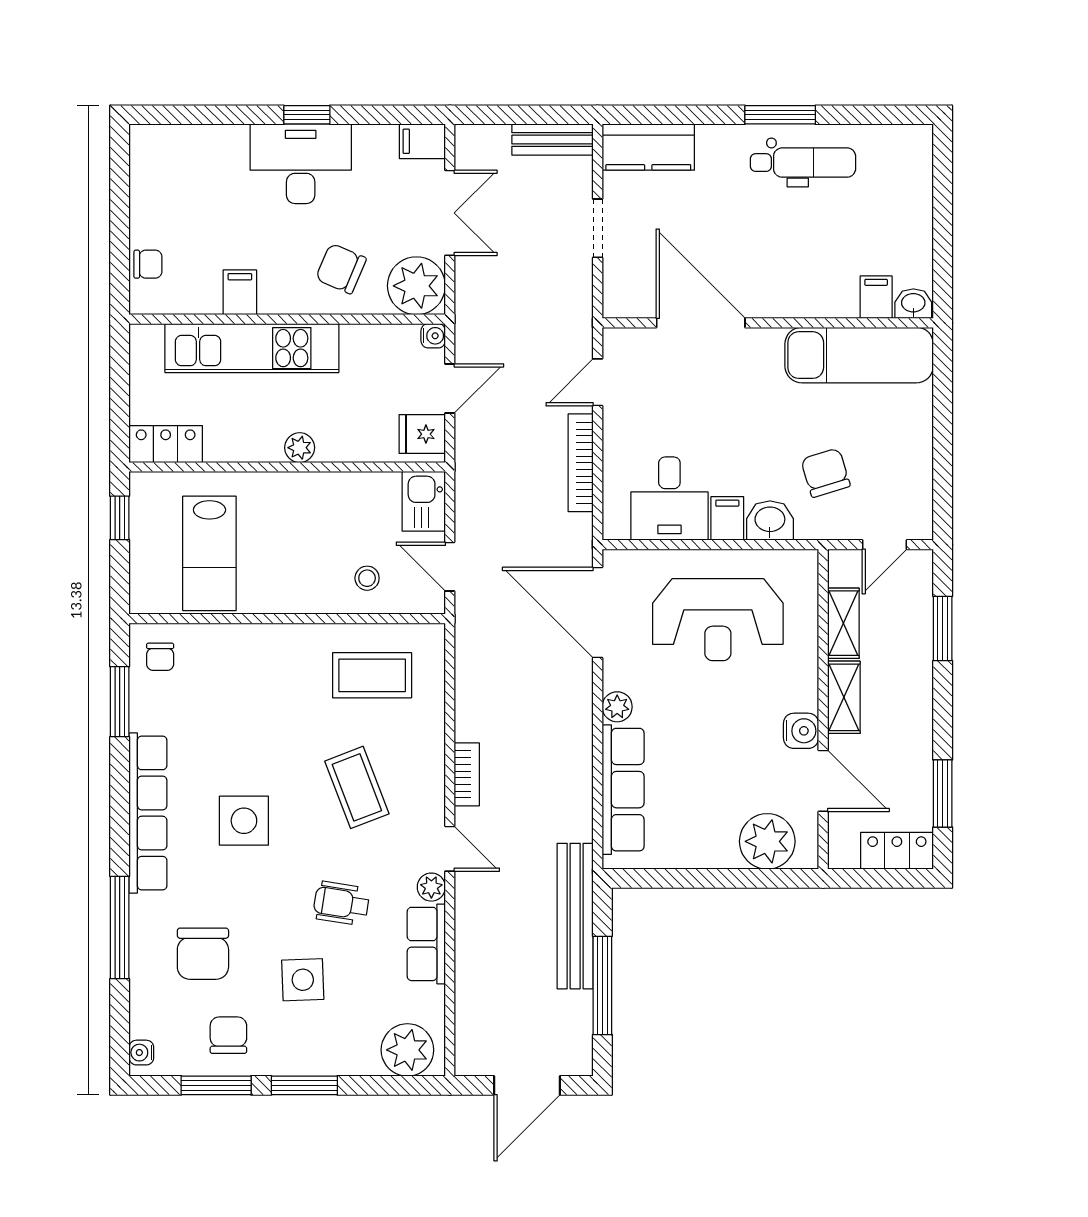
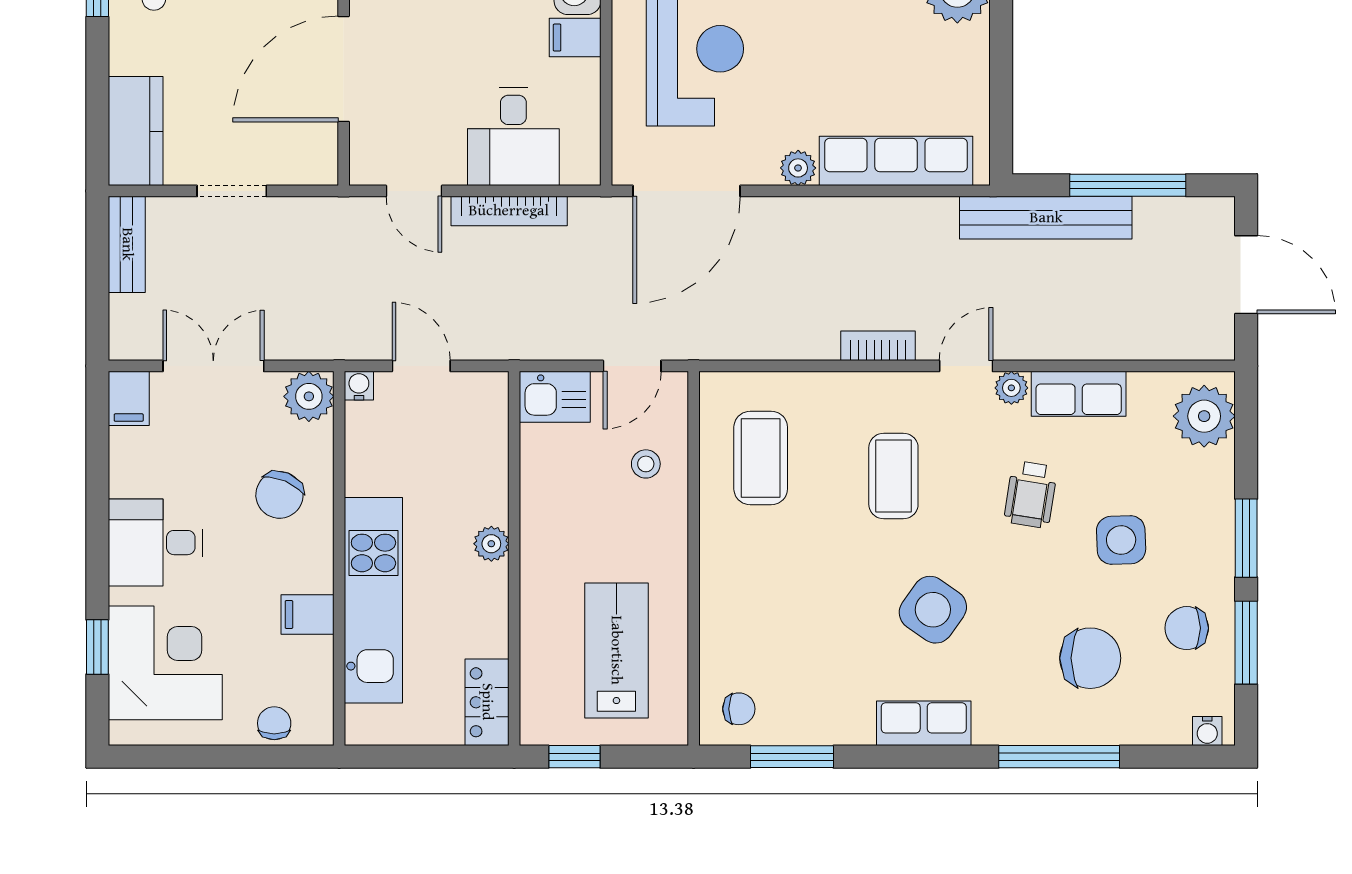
window: (307, 115) -> (97, 647), moved
desk: (301, 164) -> (155, 543), width x0.73
corner desk: (199, 172) -> (165, 663), added
plant: (416, 286) -> (309, 396), width x0.73, depth x0.73
fridge: (422, 434) -> (475, 399), removed
desk: (669, 499) -> (513, 137), moved, turned 90
lab bench: (209, 553) -> (616, 650), turned -90
coffee table: (357, 787) -> (893, 476), turned -69
row of seats: (148, 813) -> (924, 723), width x0.50
side table: (244, 821) -> (933, 610), turned 35

